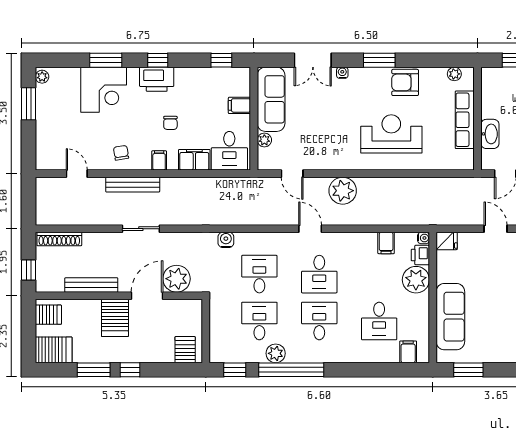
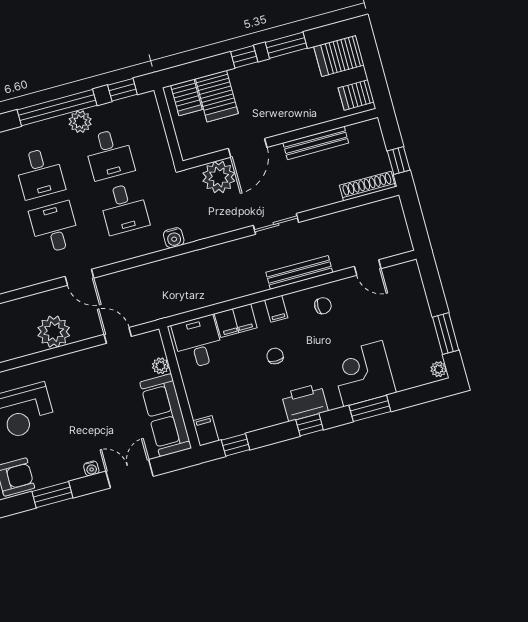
filing cabinet: (239, 105) -> (206, 431), moved, turned -90
chair: (121, 153) -> (323, 306), turned -81
window: (29, 270) -> (399, 160), moved
server rack: (115, 318) -> (217, 96), moved, turned 180

